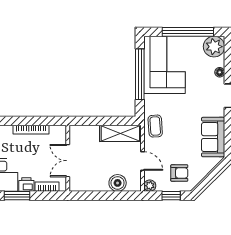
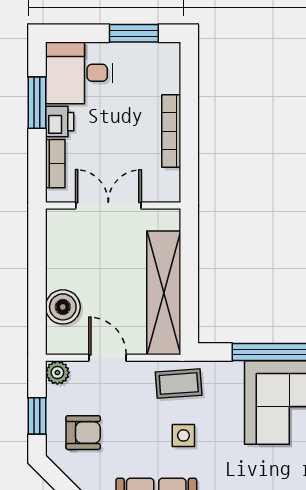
side table: (181, 124) -> (183, 435), added
shelving: (120, 133) -> (164, 293), width x1.47
door: (143, 161) -> (107, 358), swing flipped
armchair: (179, 173) -> (83, 433), turned -90

